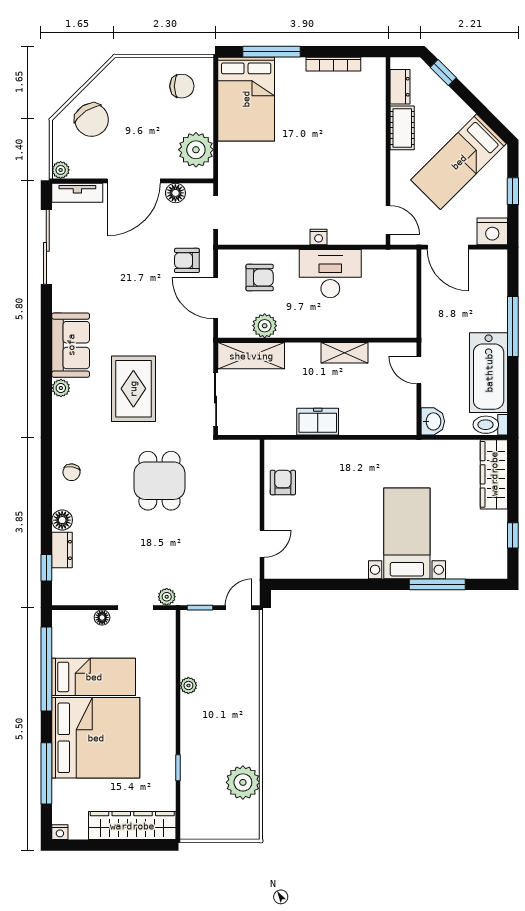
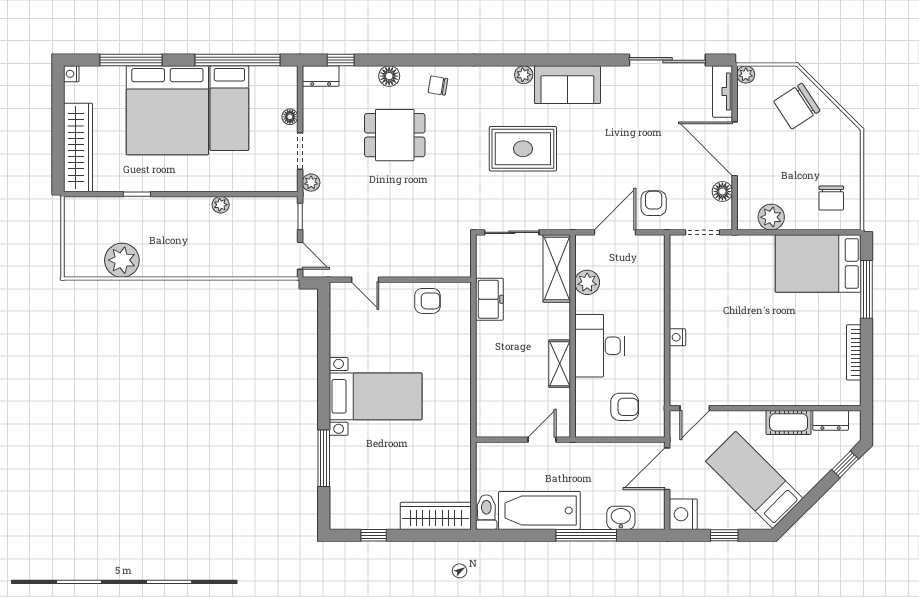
plant: (196, 150) -> (771, 217), width x0.73, depth x0.73
desk: (330, 274) -> (599, 346), moved, turned 180
armchair: (260, 278) -> (625, 407), moved, turned -90
washbasin: (433, 421) -> (621, 518), moved, turned 180
freezer: (318, 422) -> (489, 299), moved
dining table: (159, 481) -> (395, 135), moved
bed with nightstands: (407, 533) -> (376, 396), moved
dresser: (62, 550) -> (321, 76), moved

